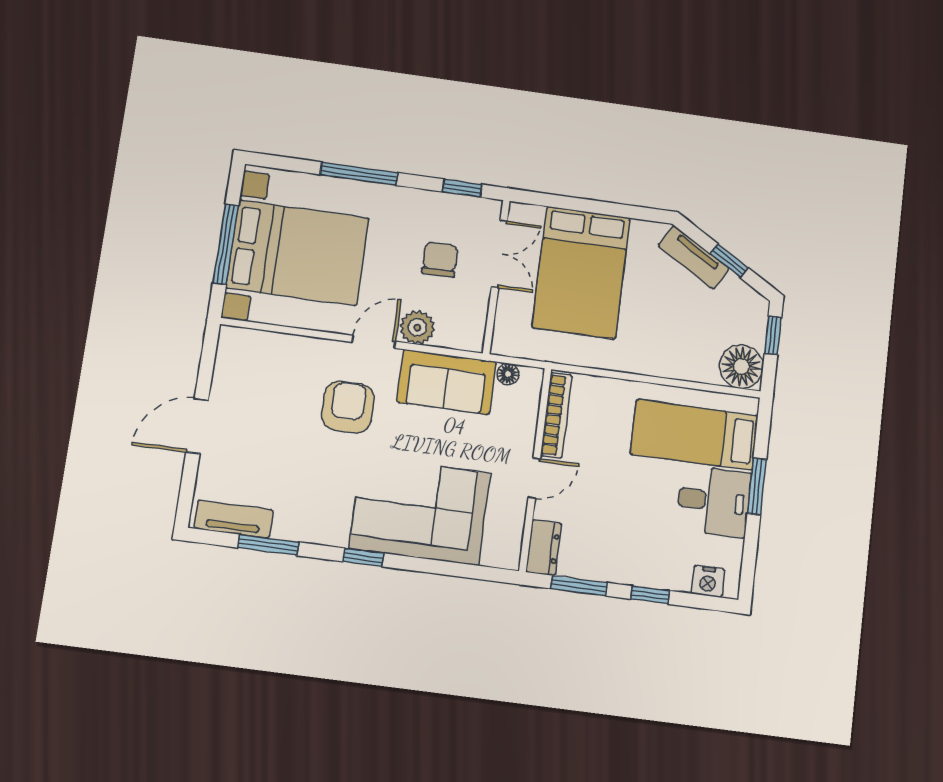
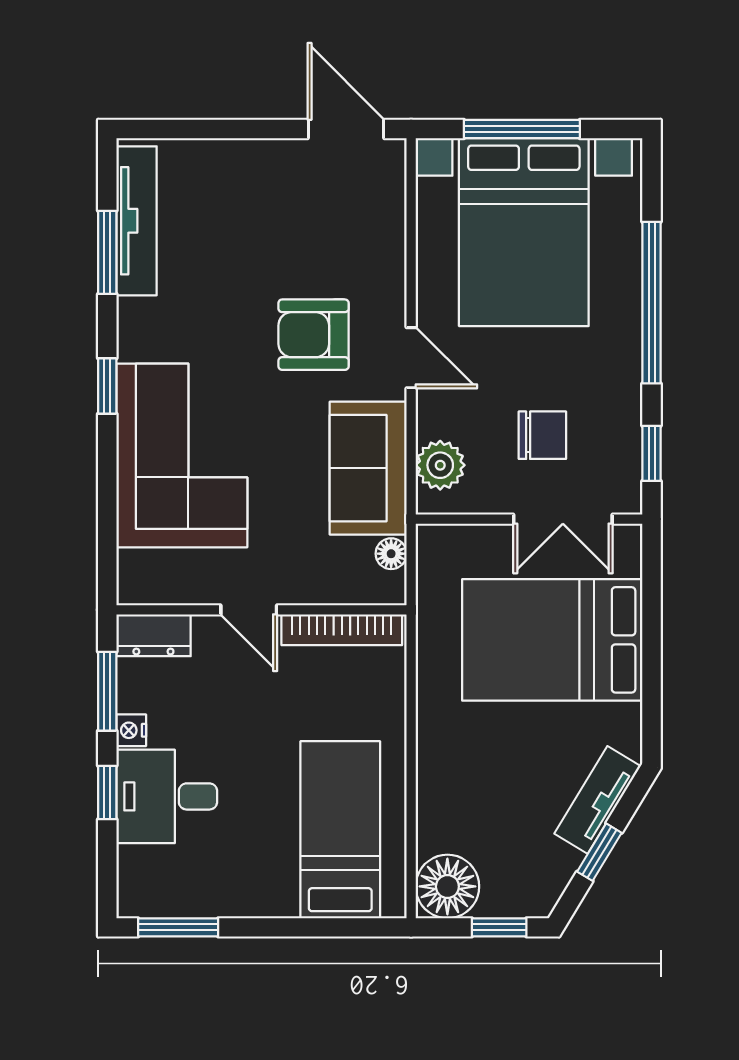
window: (359, 174) -> (652, 303), width x1.46
plant: (417, 327) -> (440, 465), moved
armchair: (348, 407) -> (314, 335), turned 180
door: (197, 426) -> (346, 129), moved
window: (757, 486) -> (178, 927), moved
desk: (714, 501) -> (167, 796), moved, turned 90
tv unit: (234, 519) -> (136, 221), width x1.41
nightstand: (708, 581) -> (131, 730), moved, width x0.72, depth x0.74

